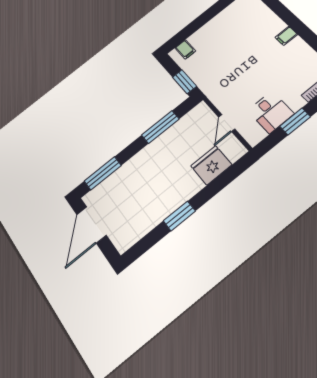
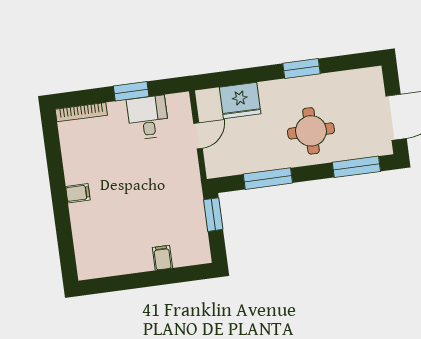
filing cabinet: (185, 49) -> (162, 258), moved
round table: (148, 177) -> (311, 131), added

